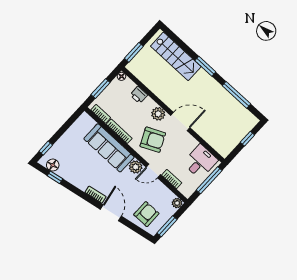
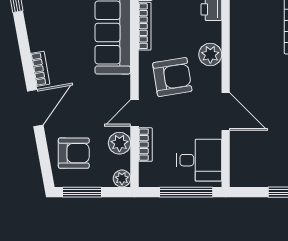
door: (180, 121) -> (226, 112), moved
armchair: (153, 140) -> (172, 77), turned -74
plant: (136, 167) -> (119, 143), moved
door: (153, 171) -> (135, 113), hinge flipped

